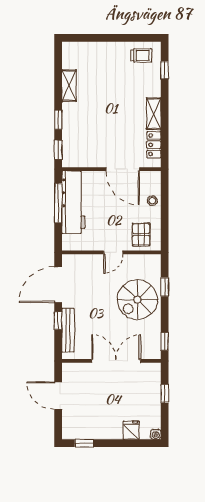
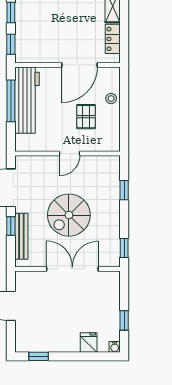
door: (123, 169) -> (79, 65), hinge flipped
pallet: (141, 234) -> (86, 117), moved
spiral stairs: (137, 300) -> (69, 215), moved
window: (165, 393) -> (124, 320), moved

